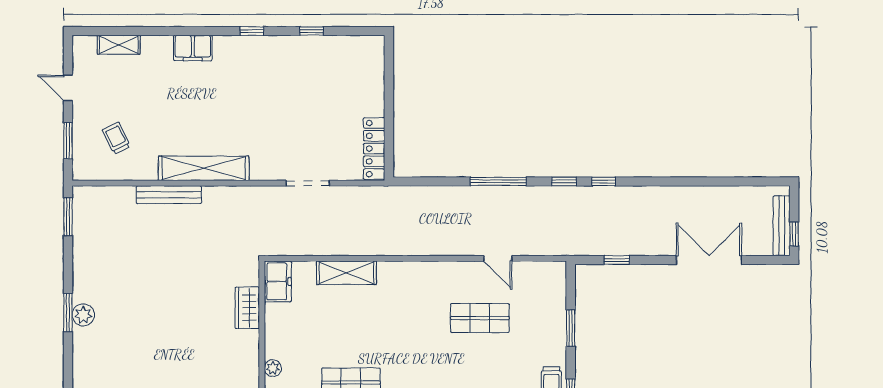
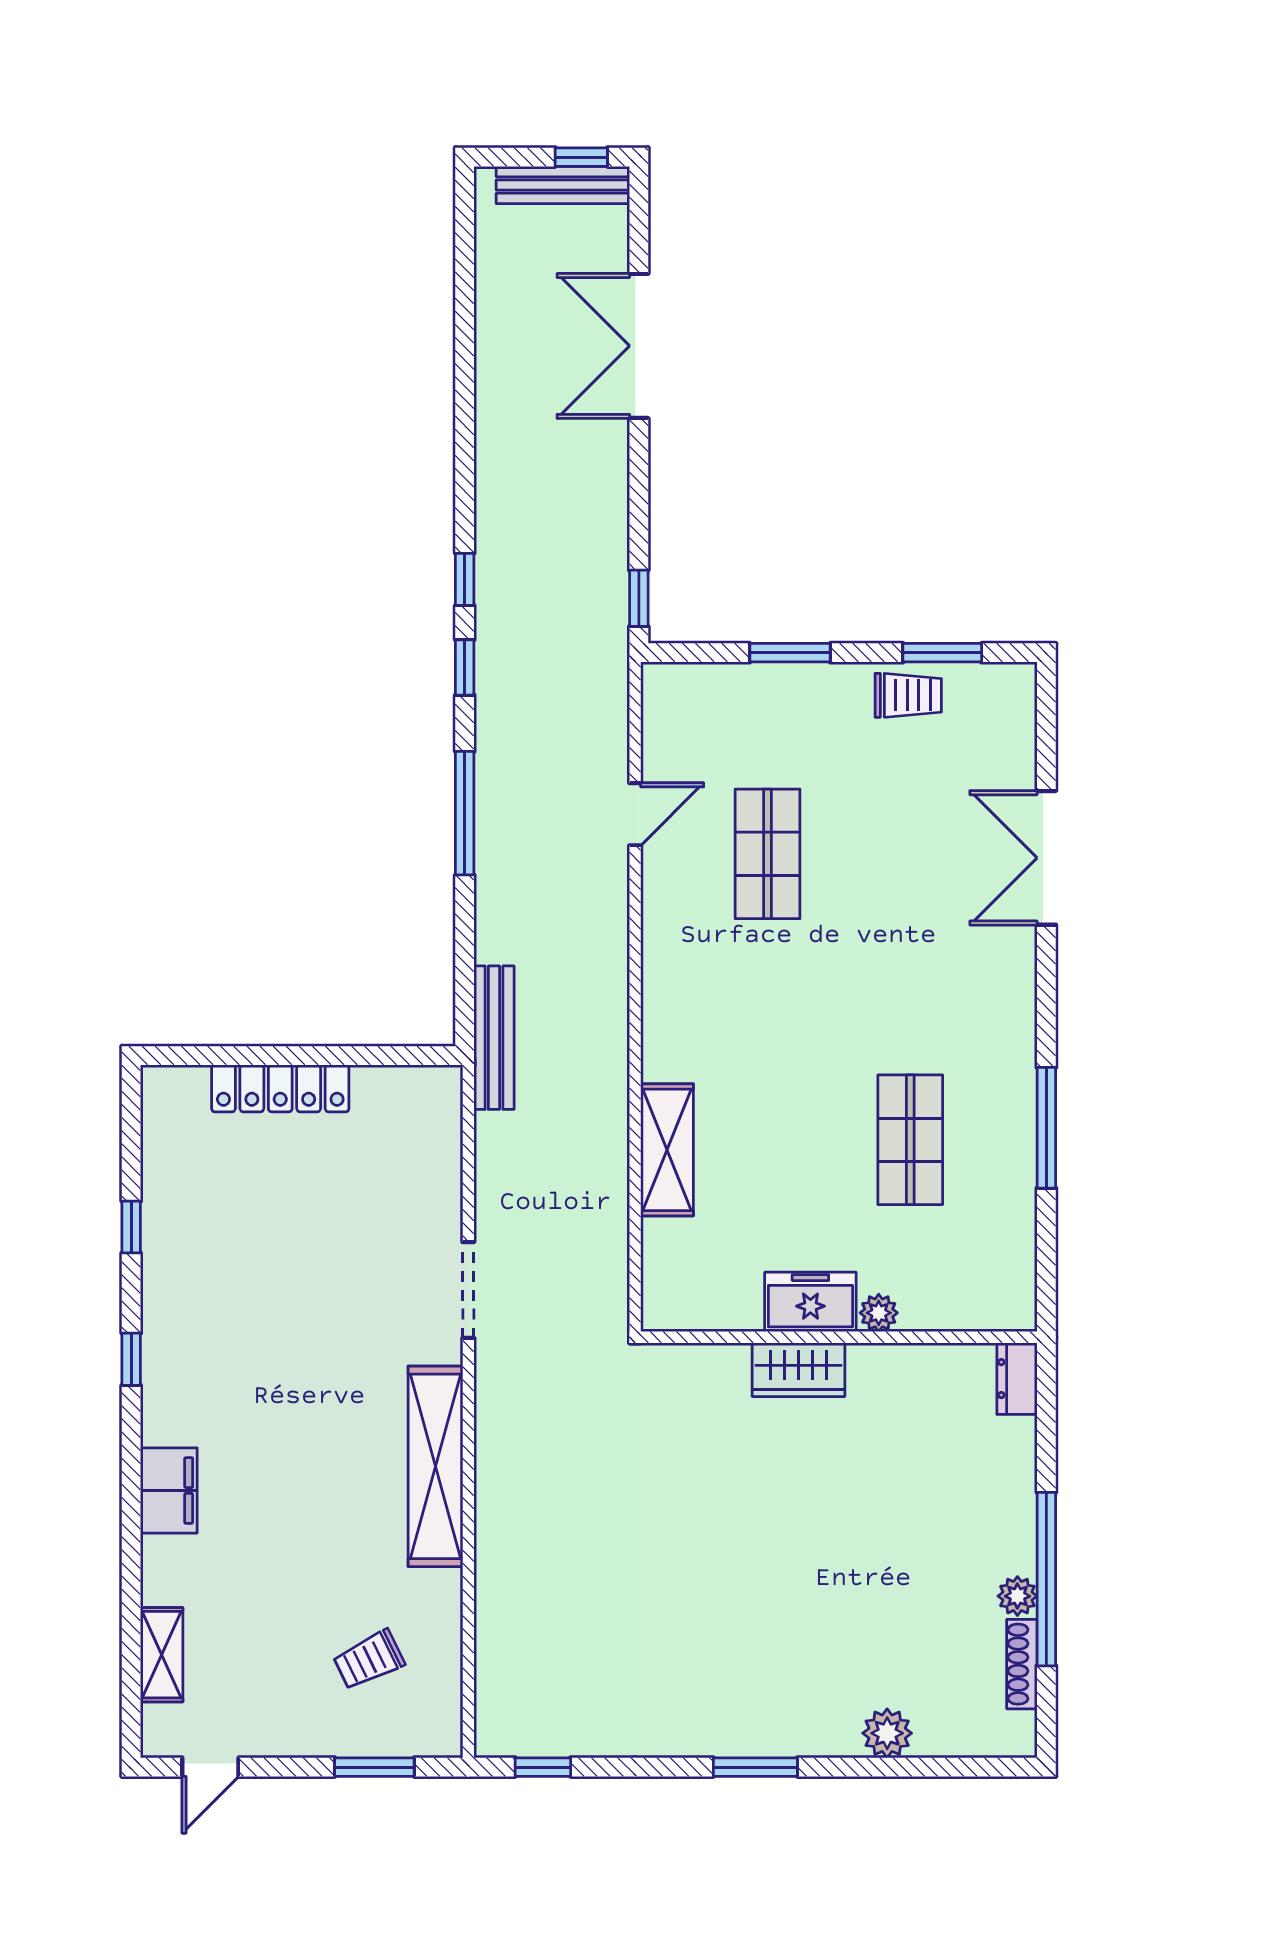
door: (68, 88) -> (210, 1767), moved
locker: (374, 149) -> (280, 1088), moved
doorway: (308, 183) -> (468, 1290), moved
bench: (169, 195) -> (494, 1038), moved
window: (68, 217) -> (543, 1767), width x0.67
window: (617, 260) -> (639, 598), moved
freezer: (278, 281) -> (810, 1302), moved
wardrobe: (247, 308) -> (798, 1370), moved
plant: (83, 315) -> (887, 1733), moved

